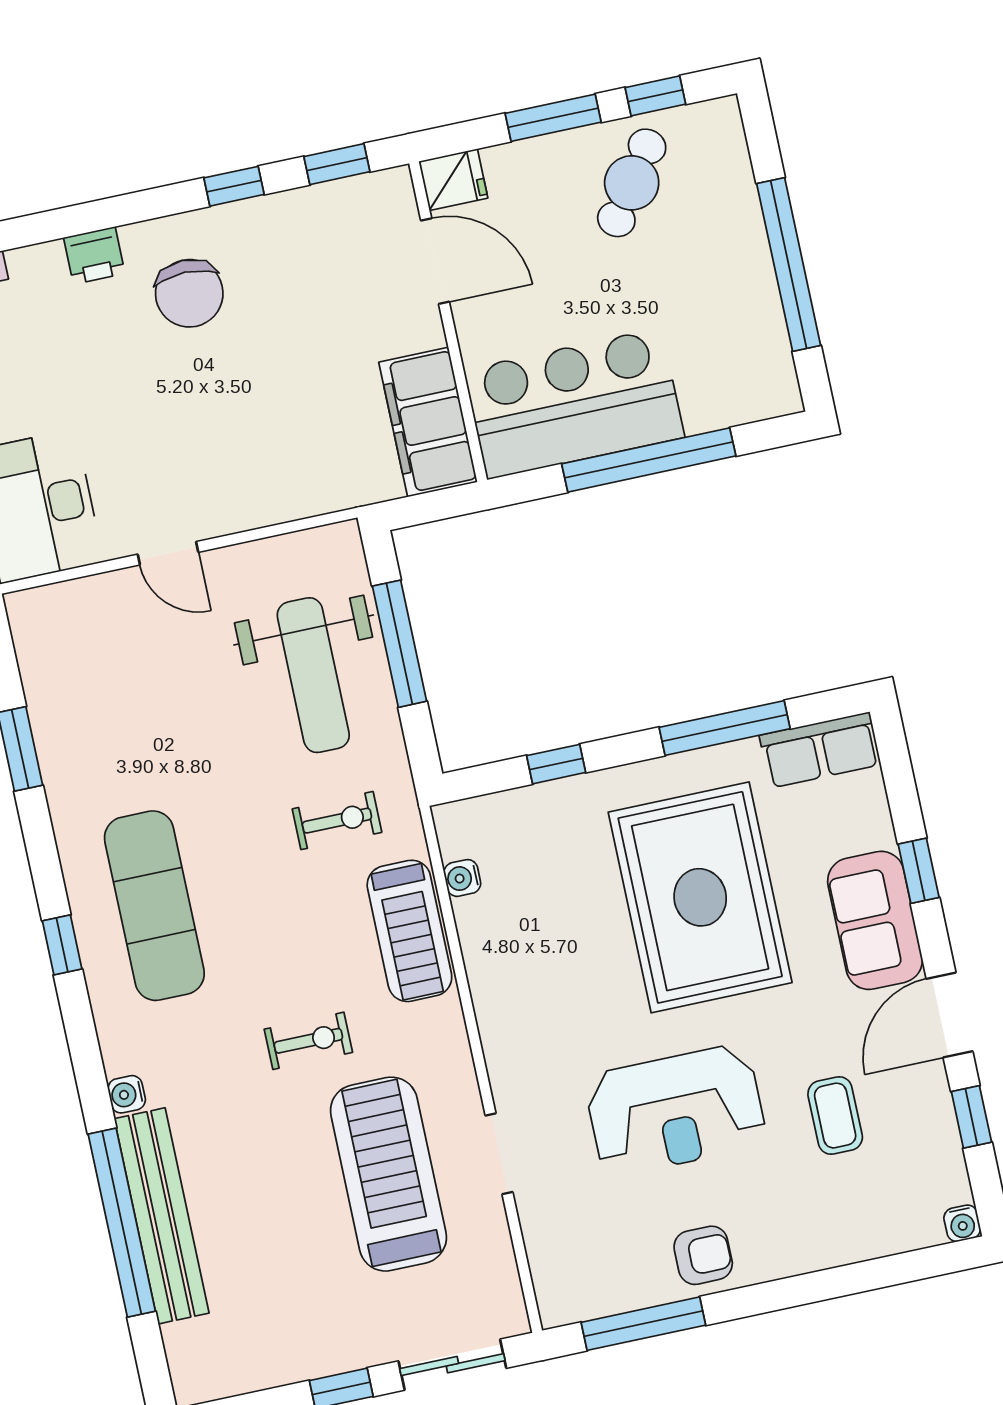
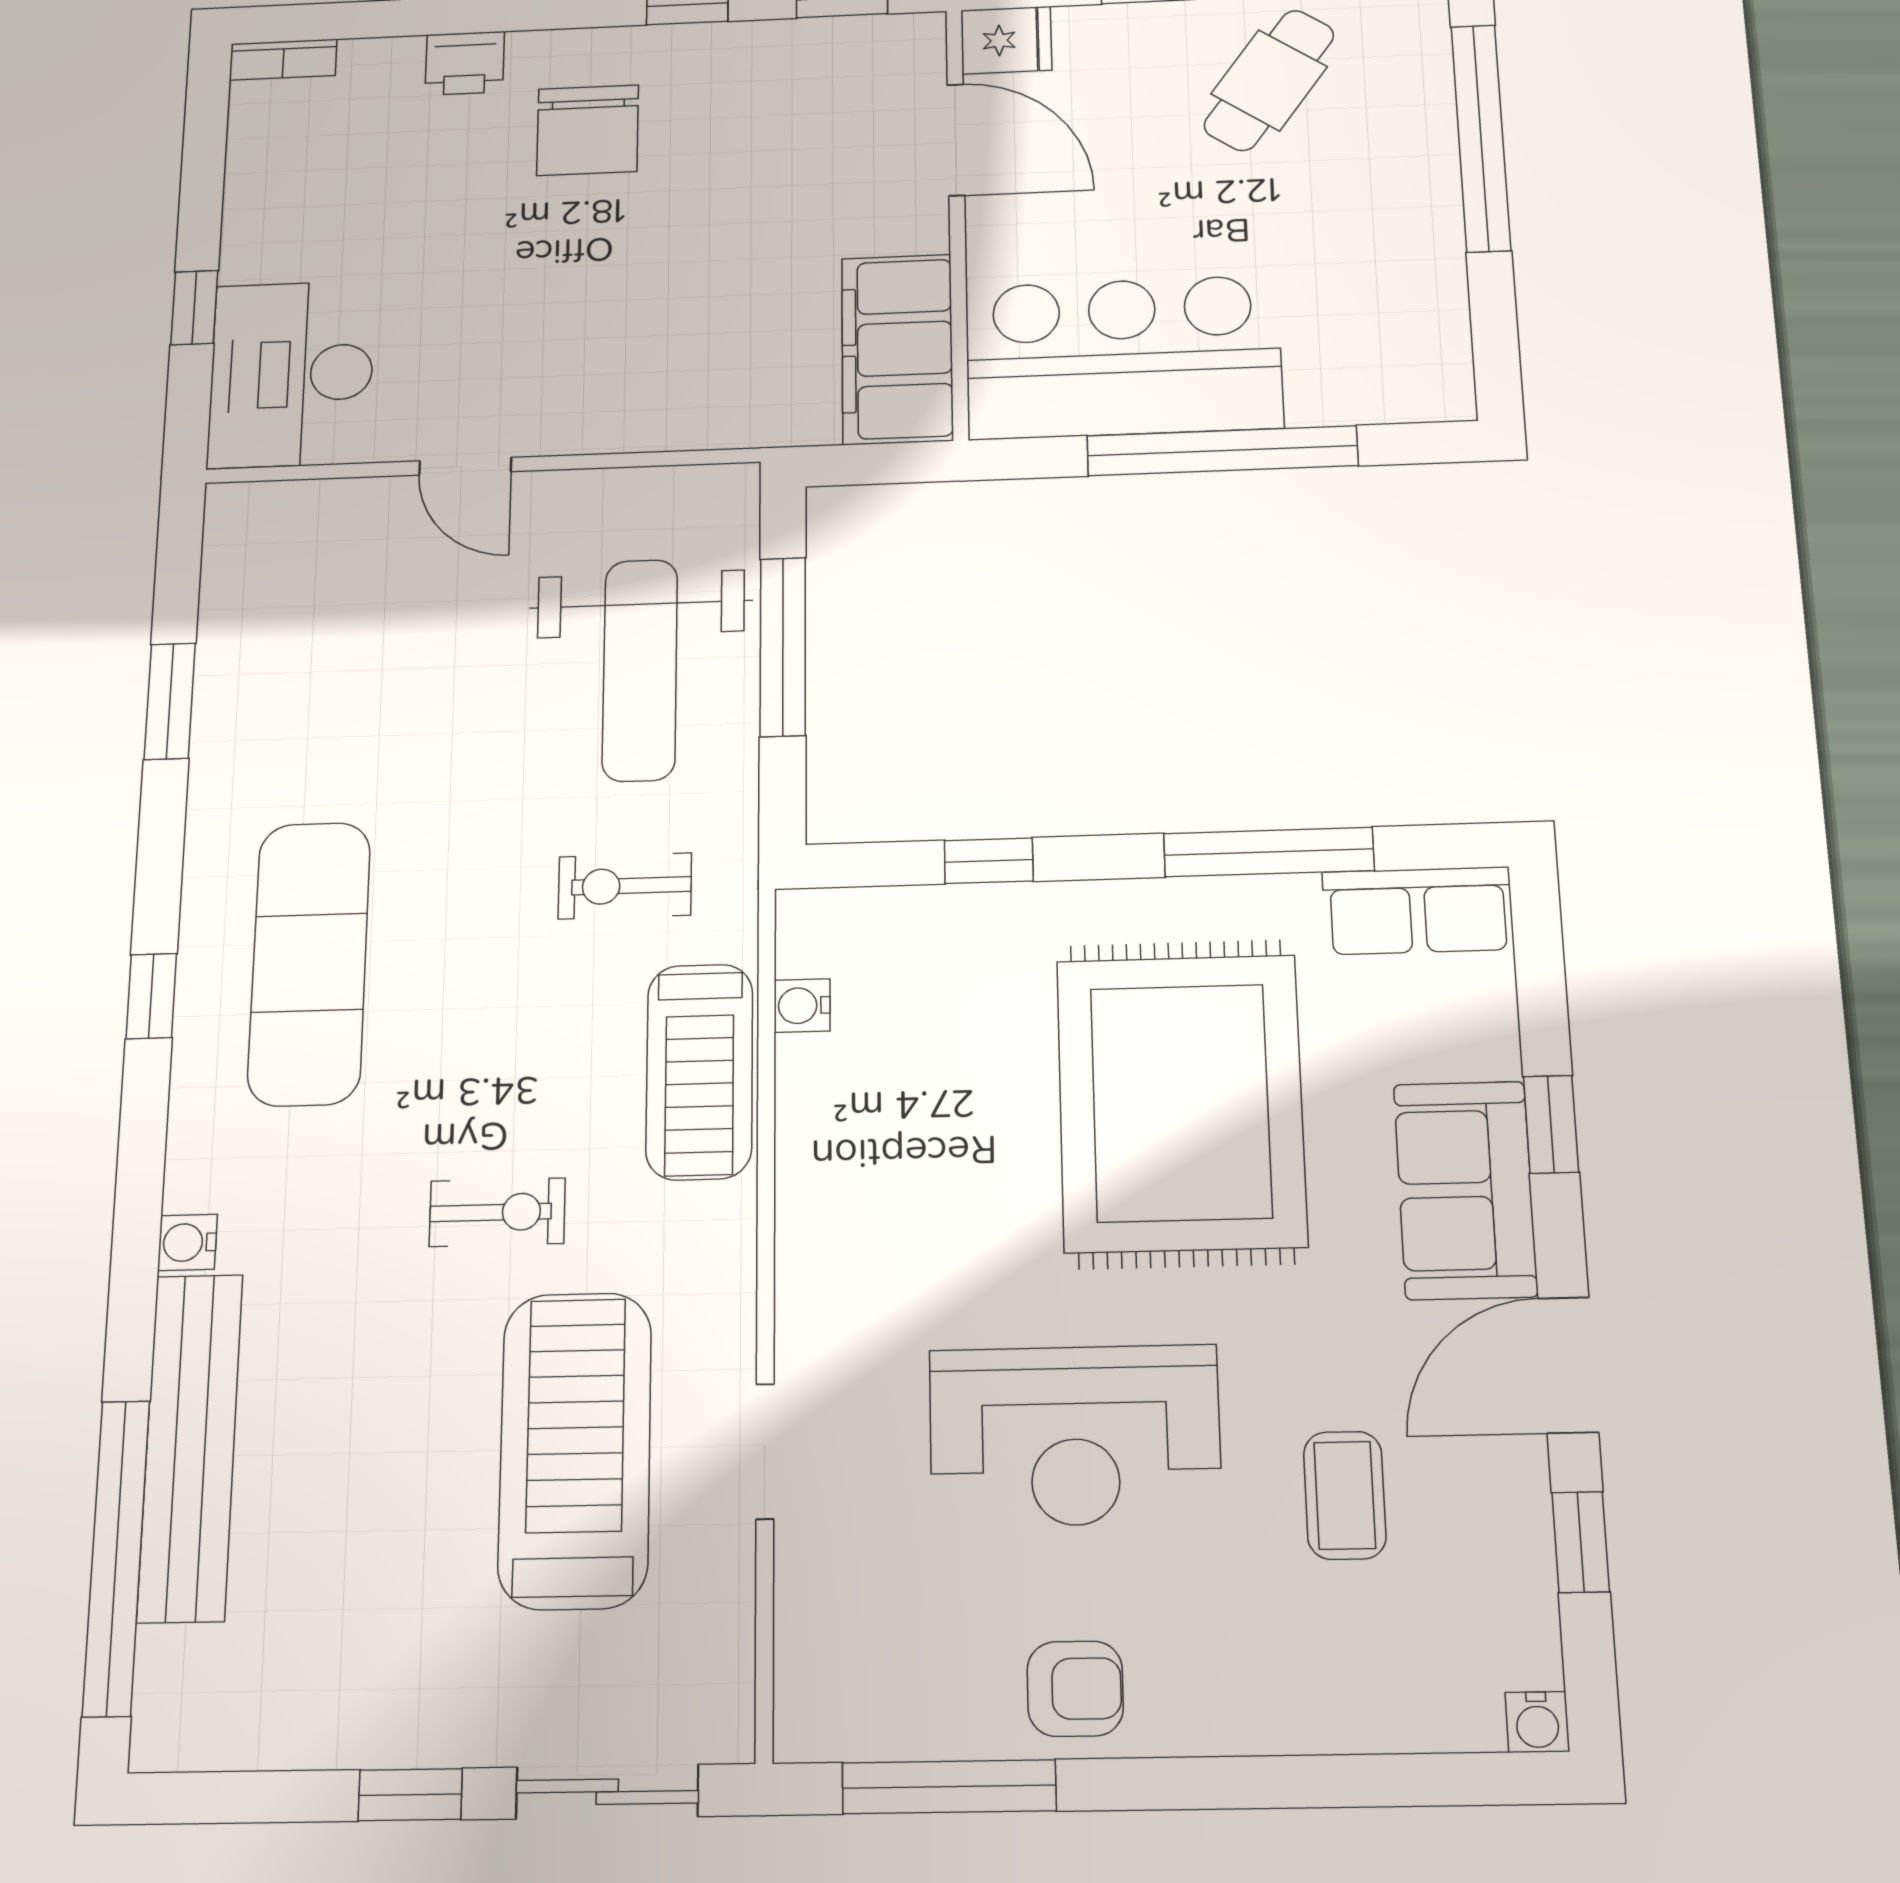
window: (789, 264) -> (1481, 138), moved
exercise bike: (337, 821) -> (625, 886), turned 180
window: (122, 1223) -> (116, 1557), moved

